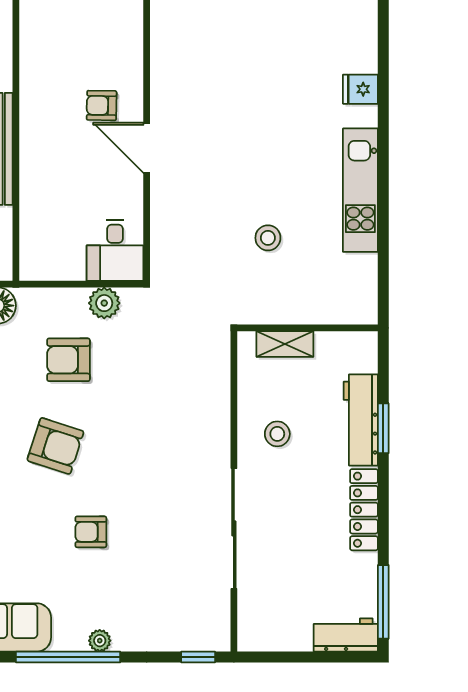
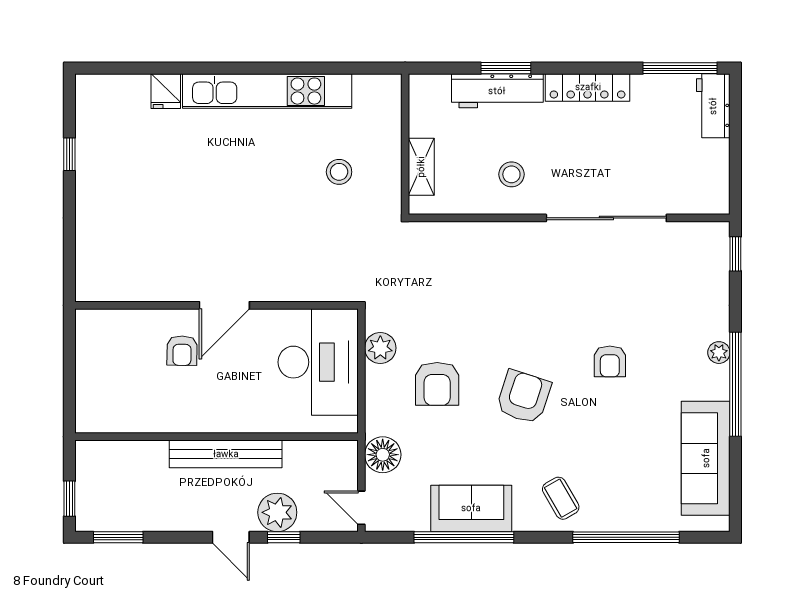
kitchen unit: (360, 190) -> (267, 91), width x1.36
stool: (268, 238) -> (339, 172), moved
desk: (115, 250) -> (318, 362), width x1.87, depth x1.30

